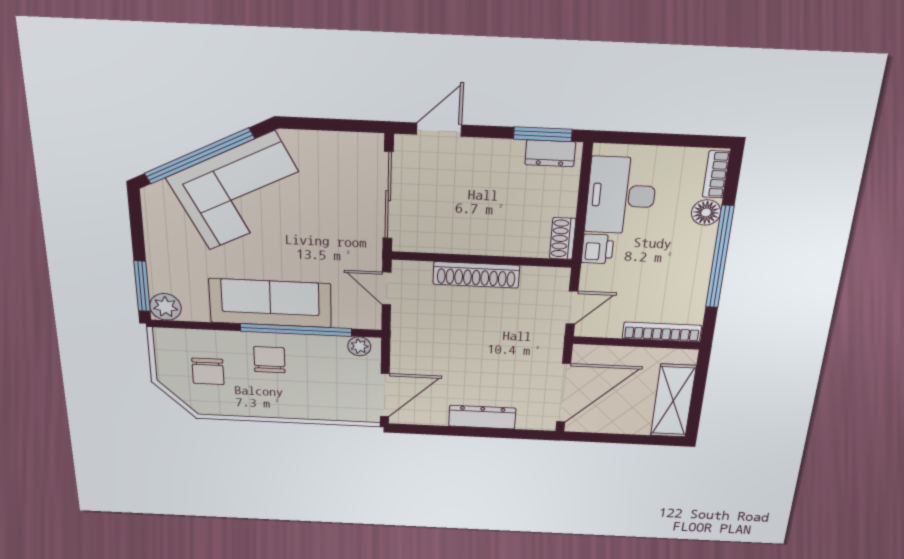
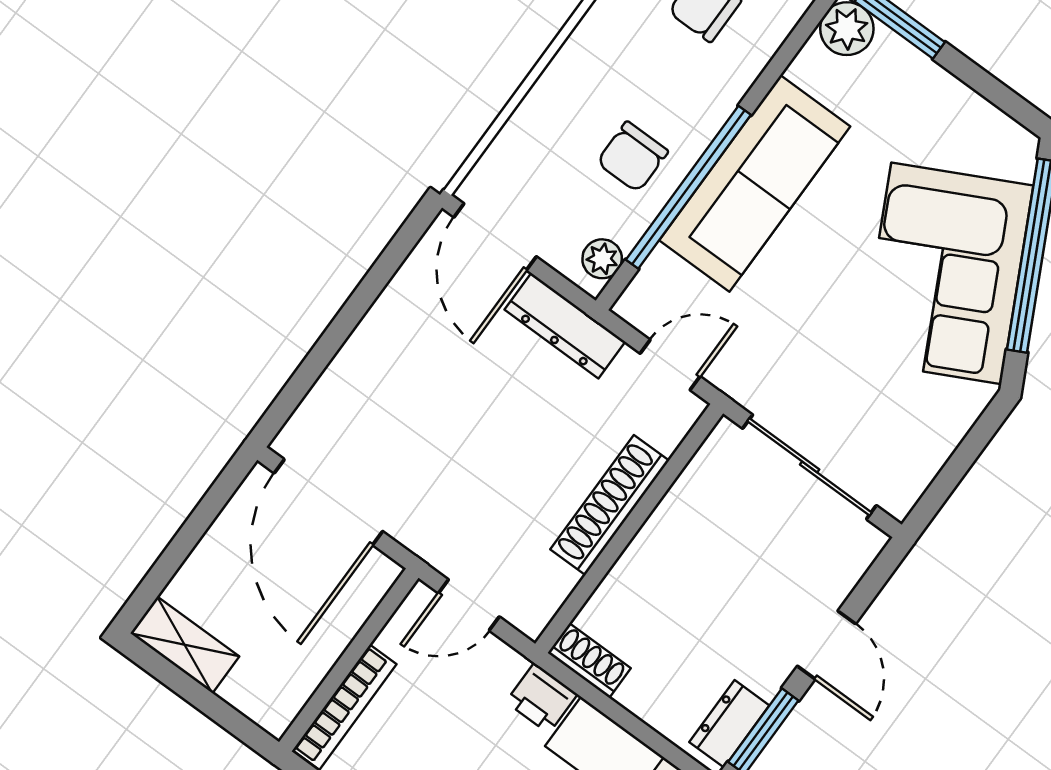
door: (439, 130) -> (826, 645), moved
door: (572, 308) -> (469, 605), hinge flipped
chair: (269, 360) -> (632, 157), moved, turned 90
shelving: (673, 401) -> (185, 645), width x0.67, depth x0.75
dresser: (482, 417) -> (565, 326), moved, turned 90

